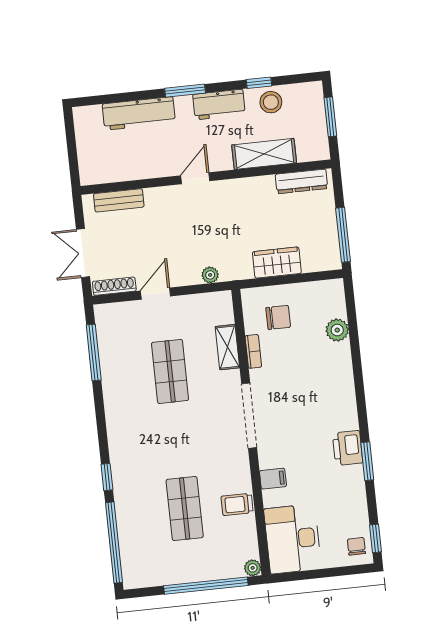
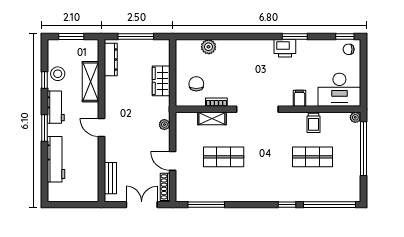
window: (343, 235) -> (136, 37), moved
double door: (83, 253) -> (142, 205), swing flipped

